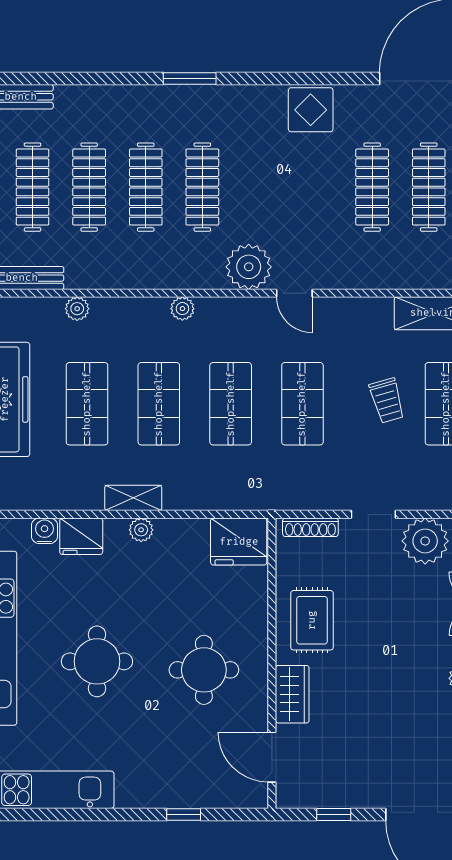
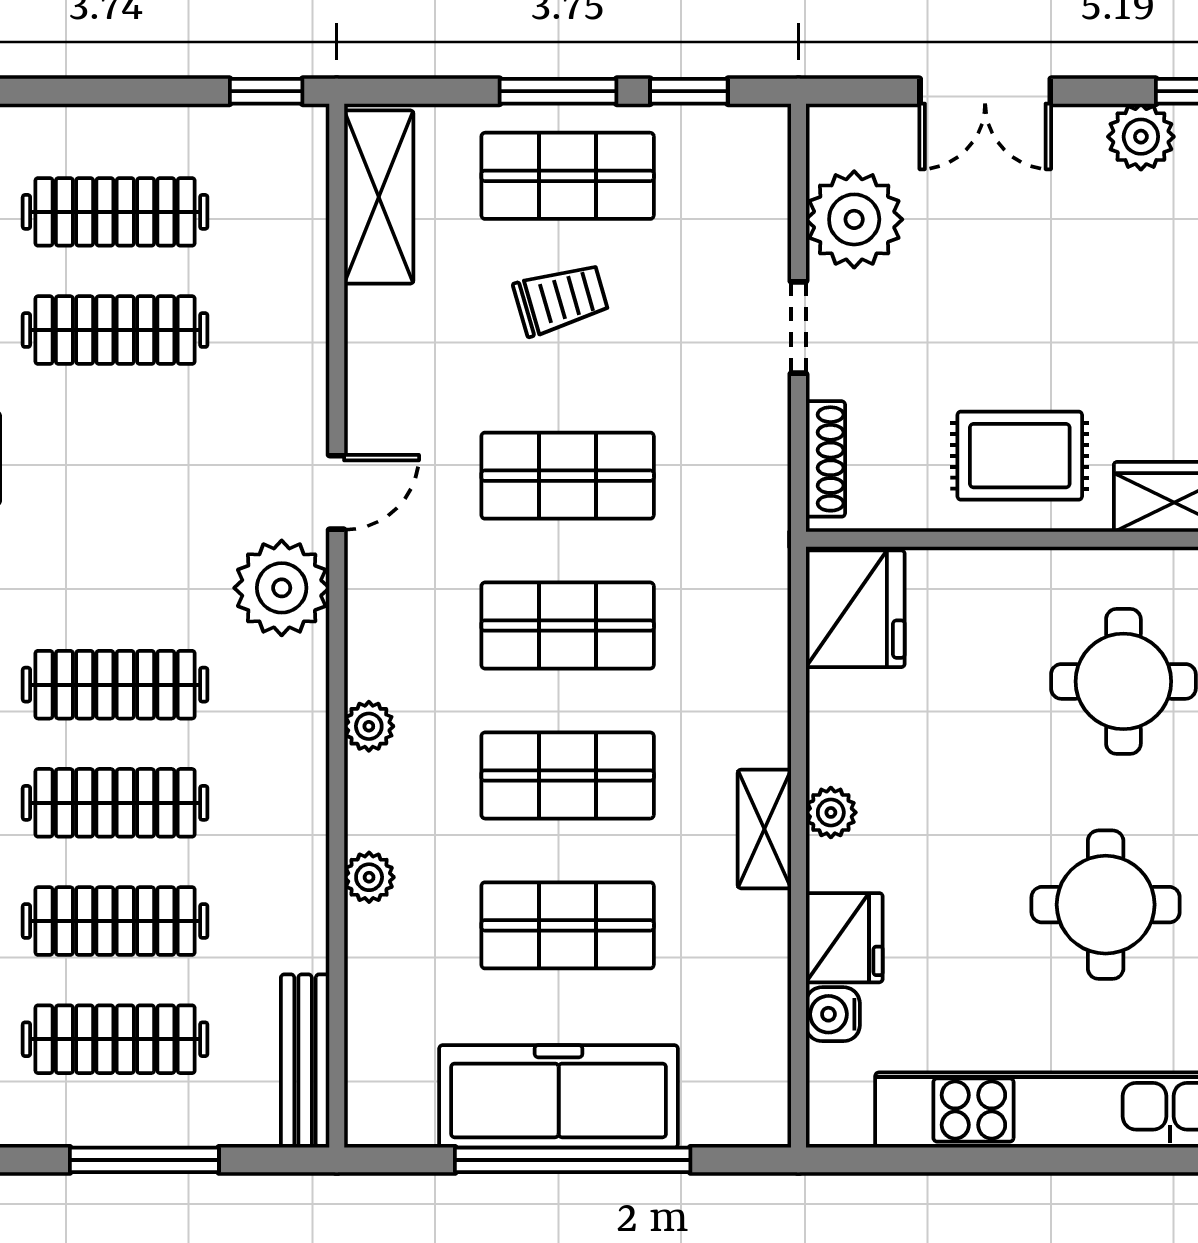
plant: (77, 309) -> (369, 877), moved

